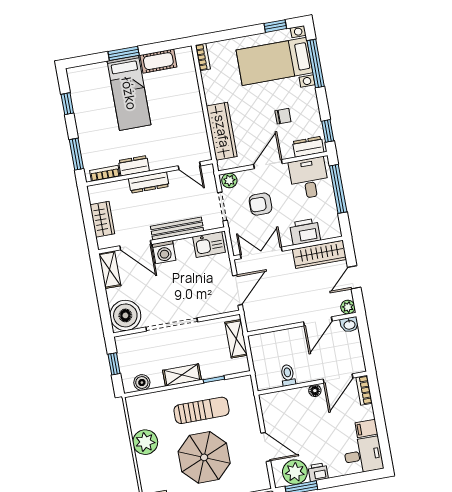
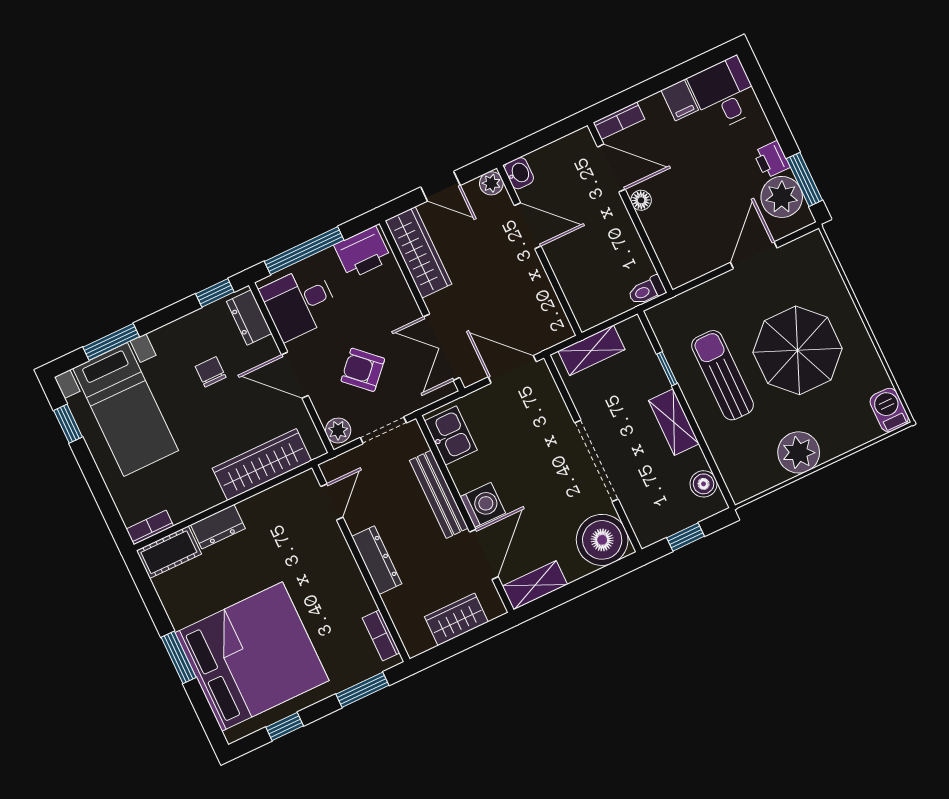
cot: (158, 61) -> (169, 552), moved, turned 90
window: (316, 64) -> (111, 342), width x0.69
bed: (129, 93) -> (252, 657), width x2.04
dresser: (134, 166) -> (218, 527), moved, turned -90
armchair: (260, 204) -> (363, 370), turned 133
printer: (305, 232) -> (363, 252), moved, turned -90
toilet: (288, 375) -> (647, 291), moved

